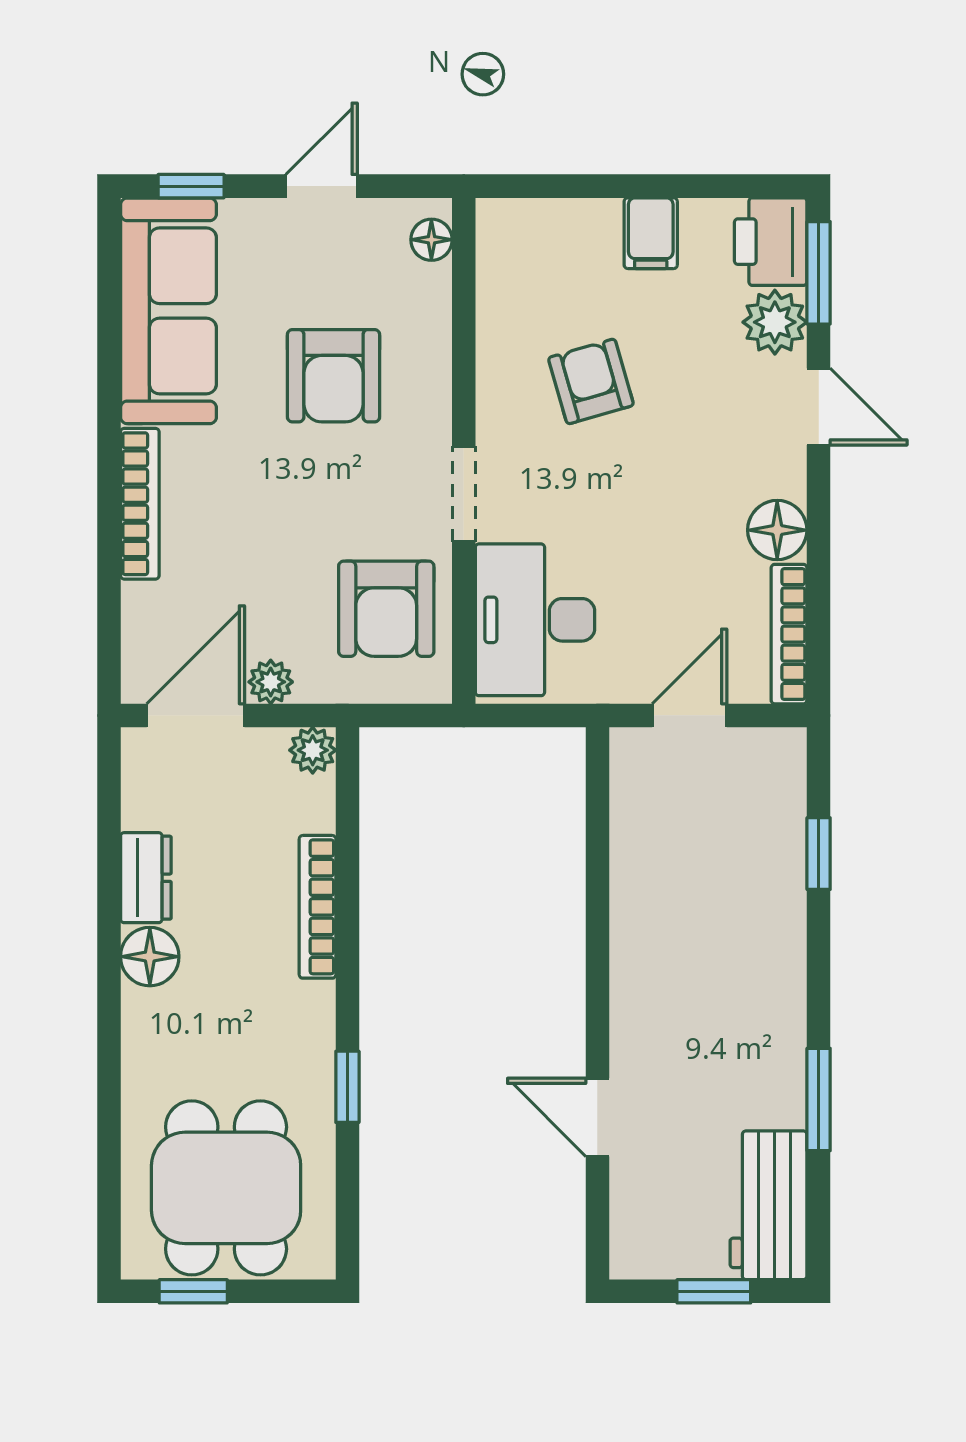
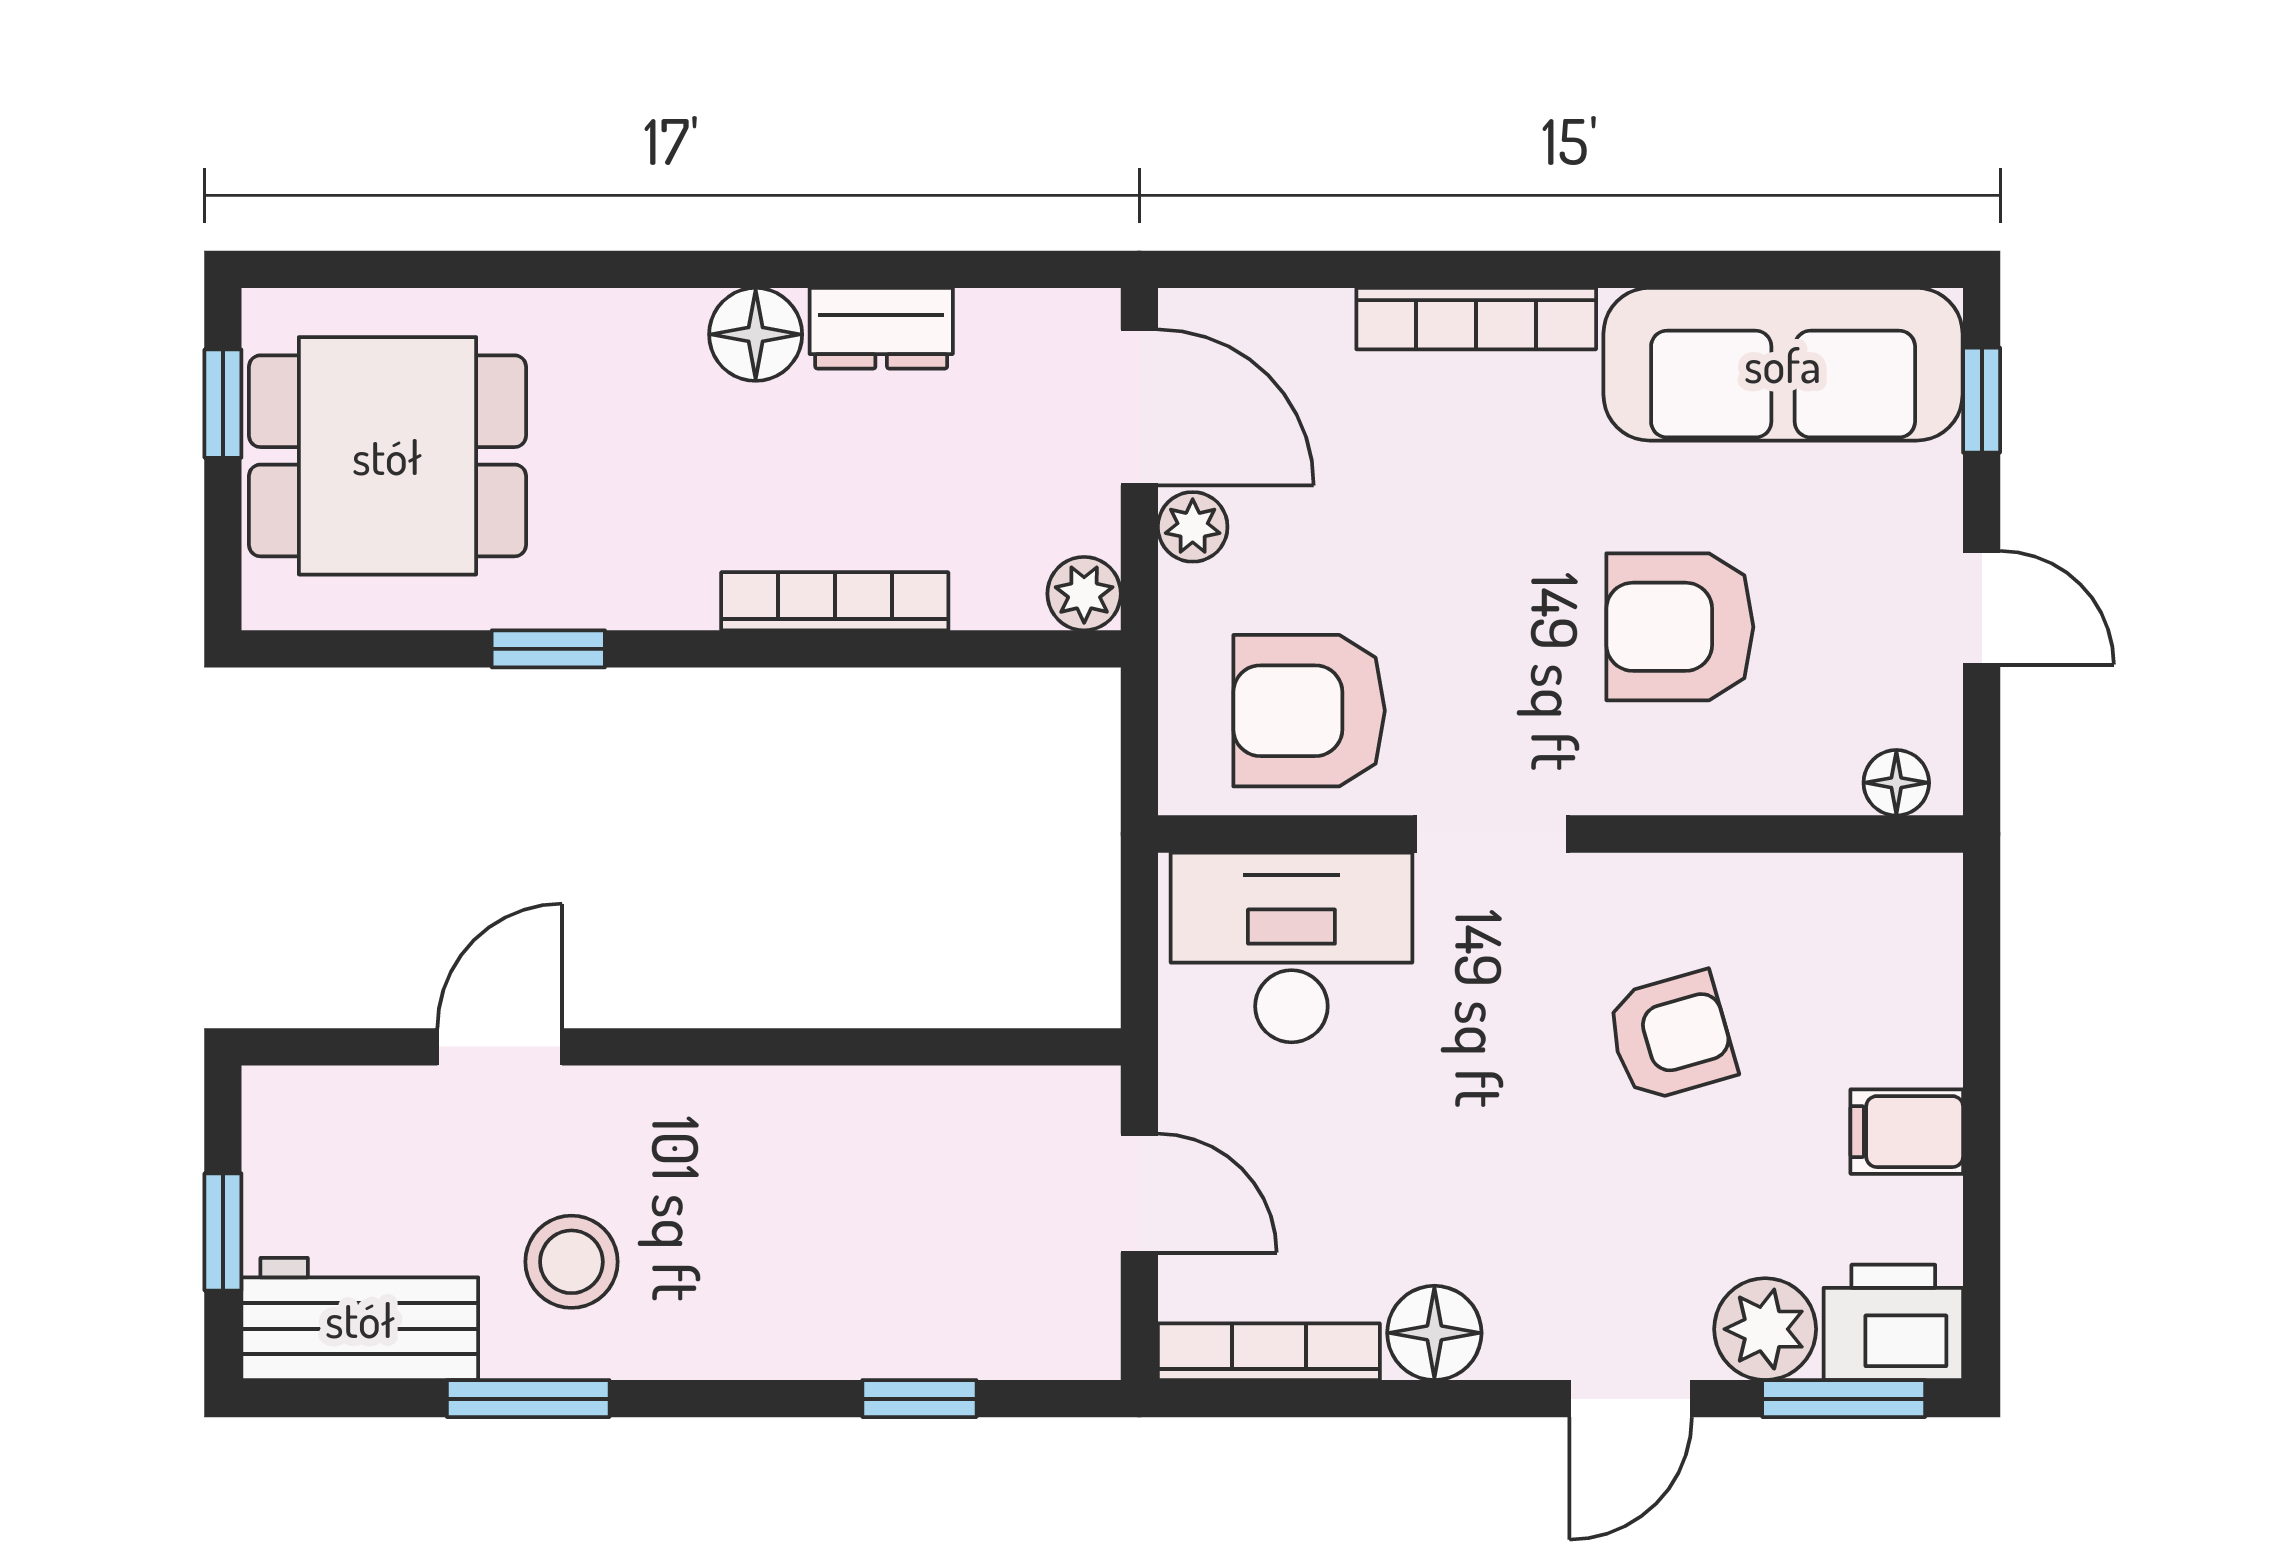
stool: (733, 1072) -> (571, 1262), added

